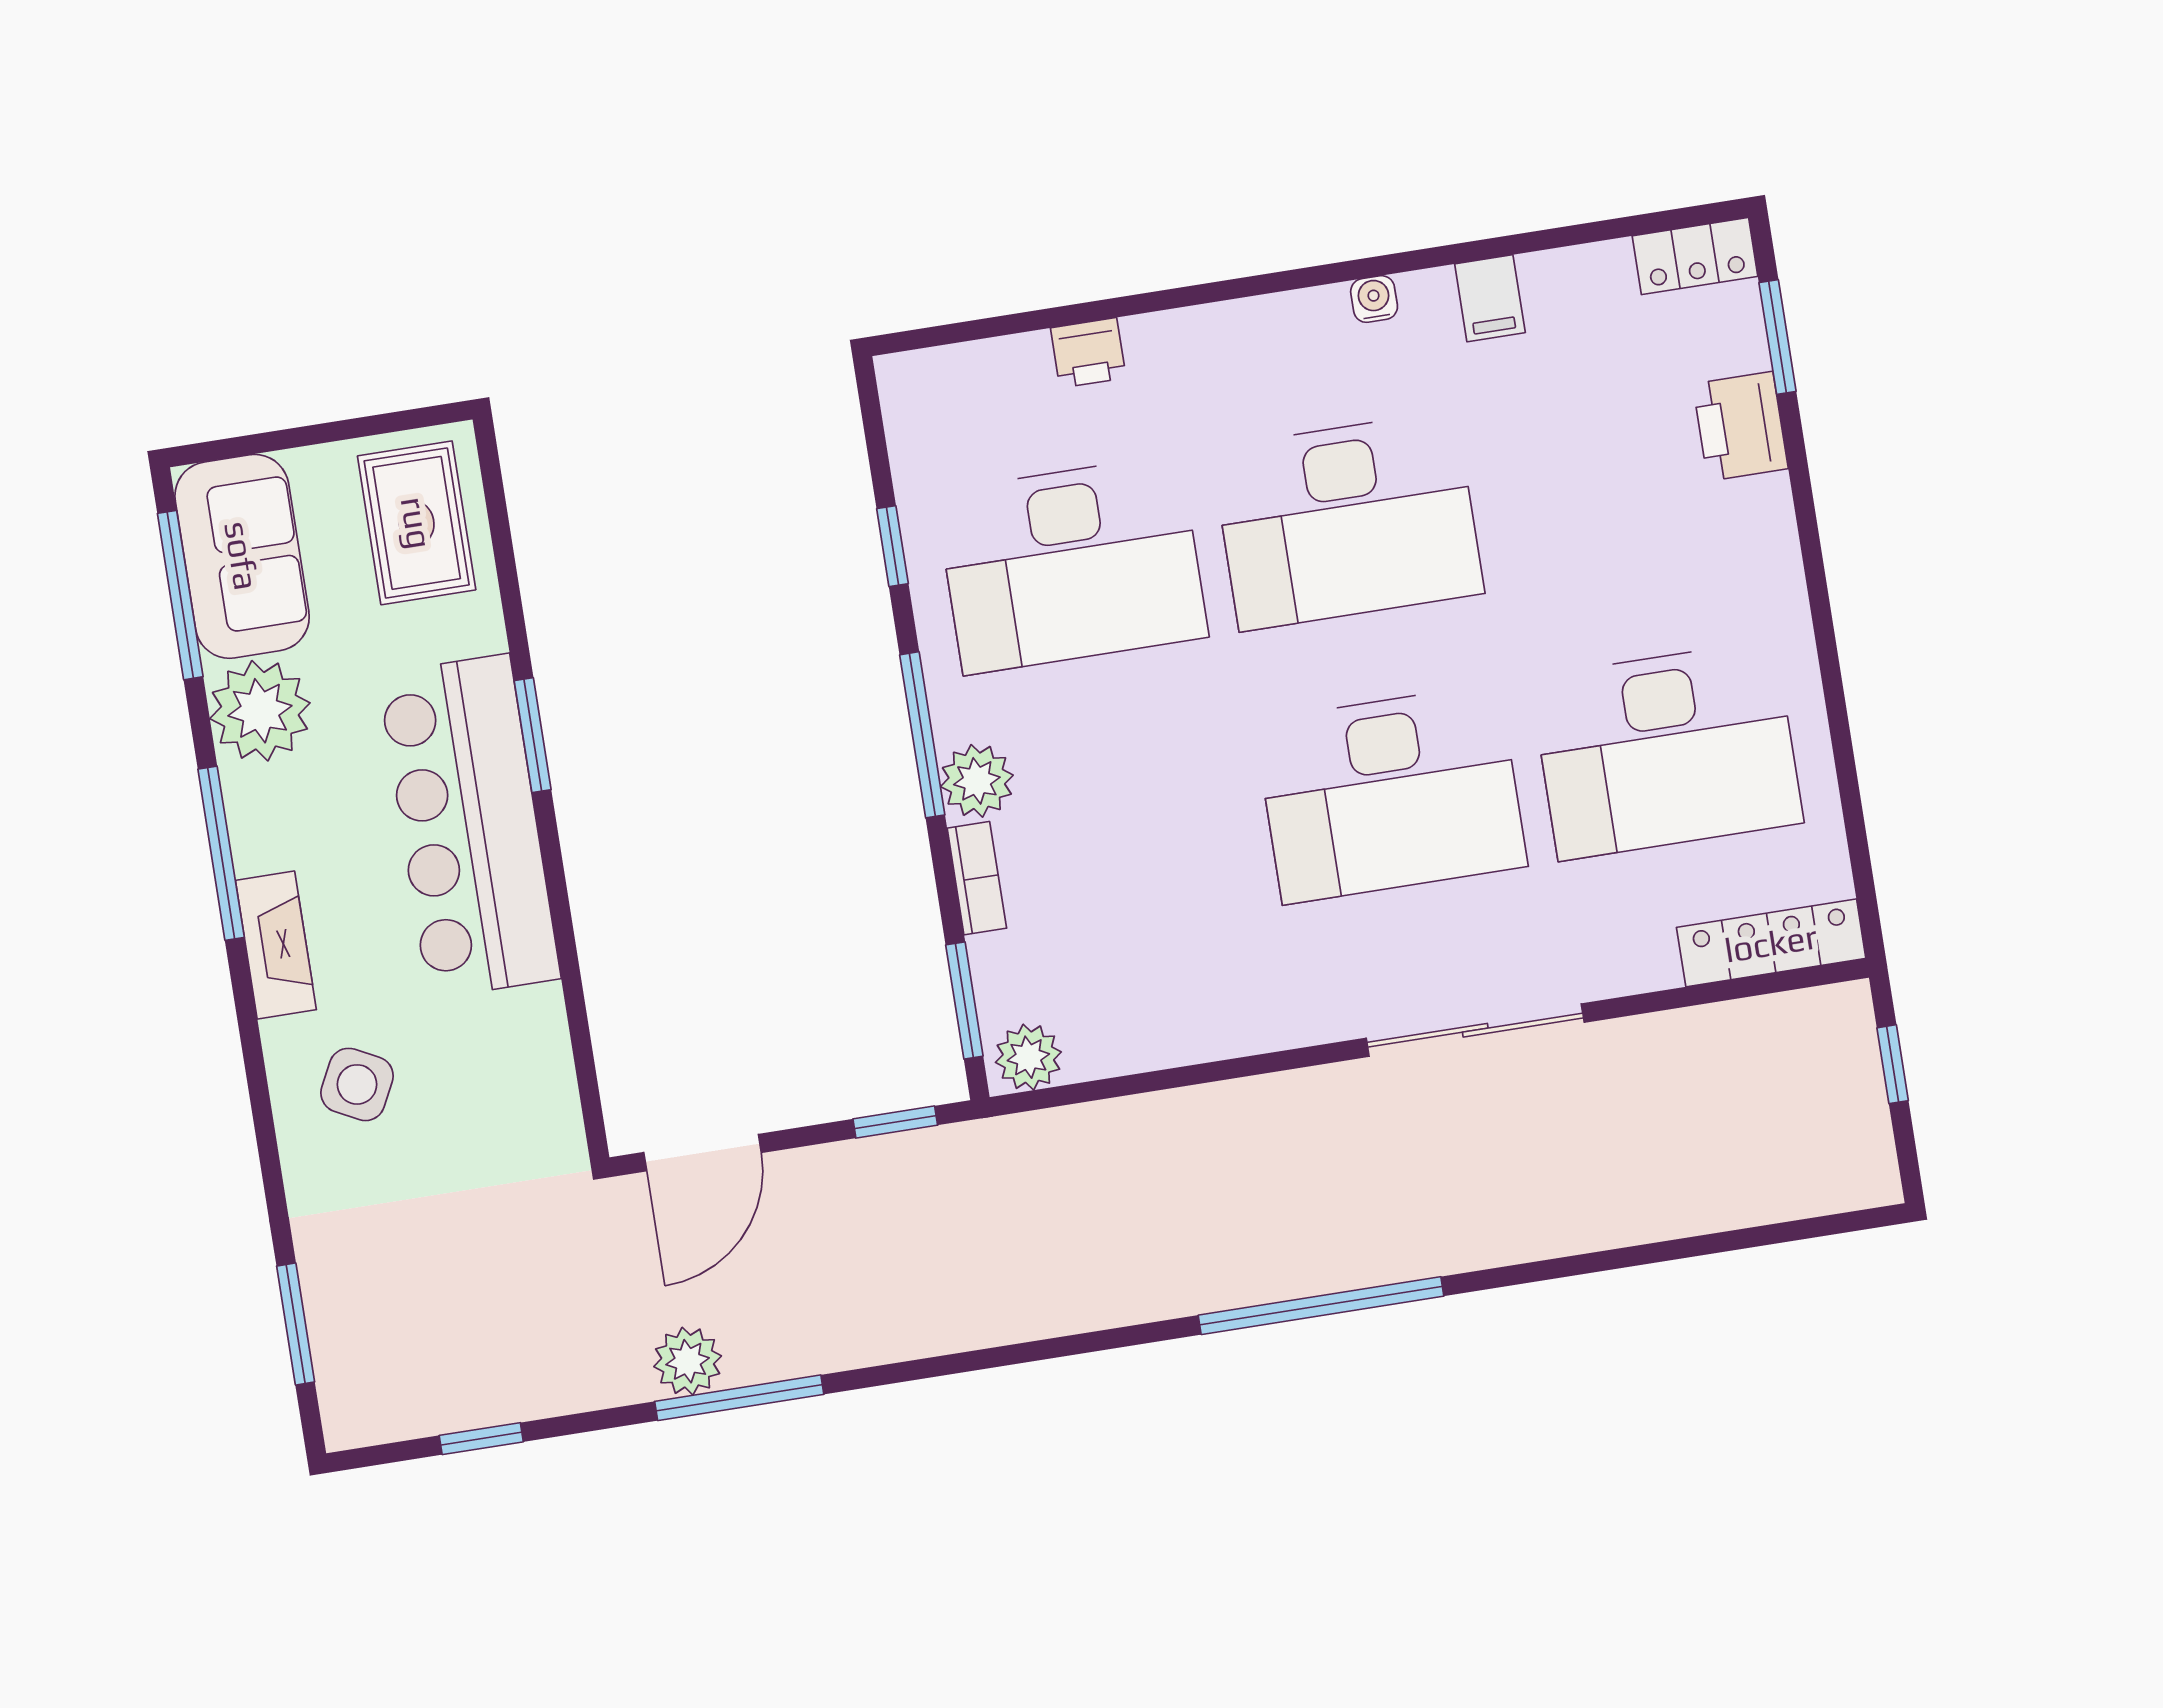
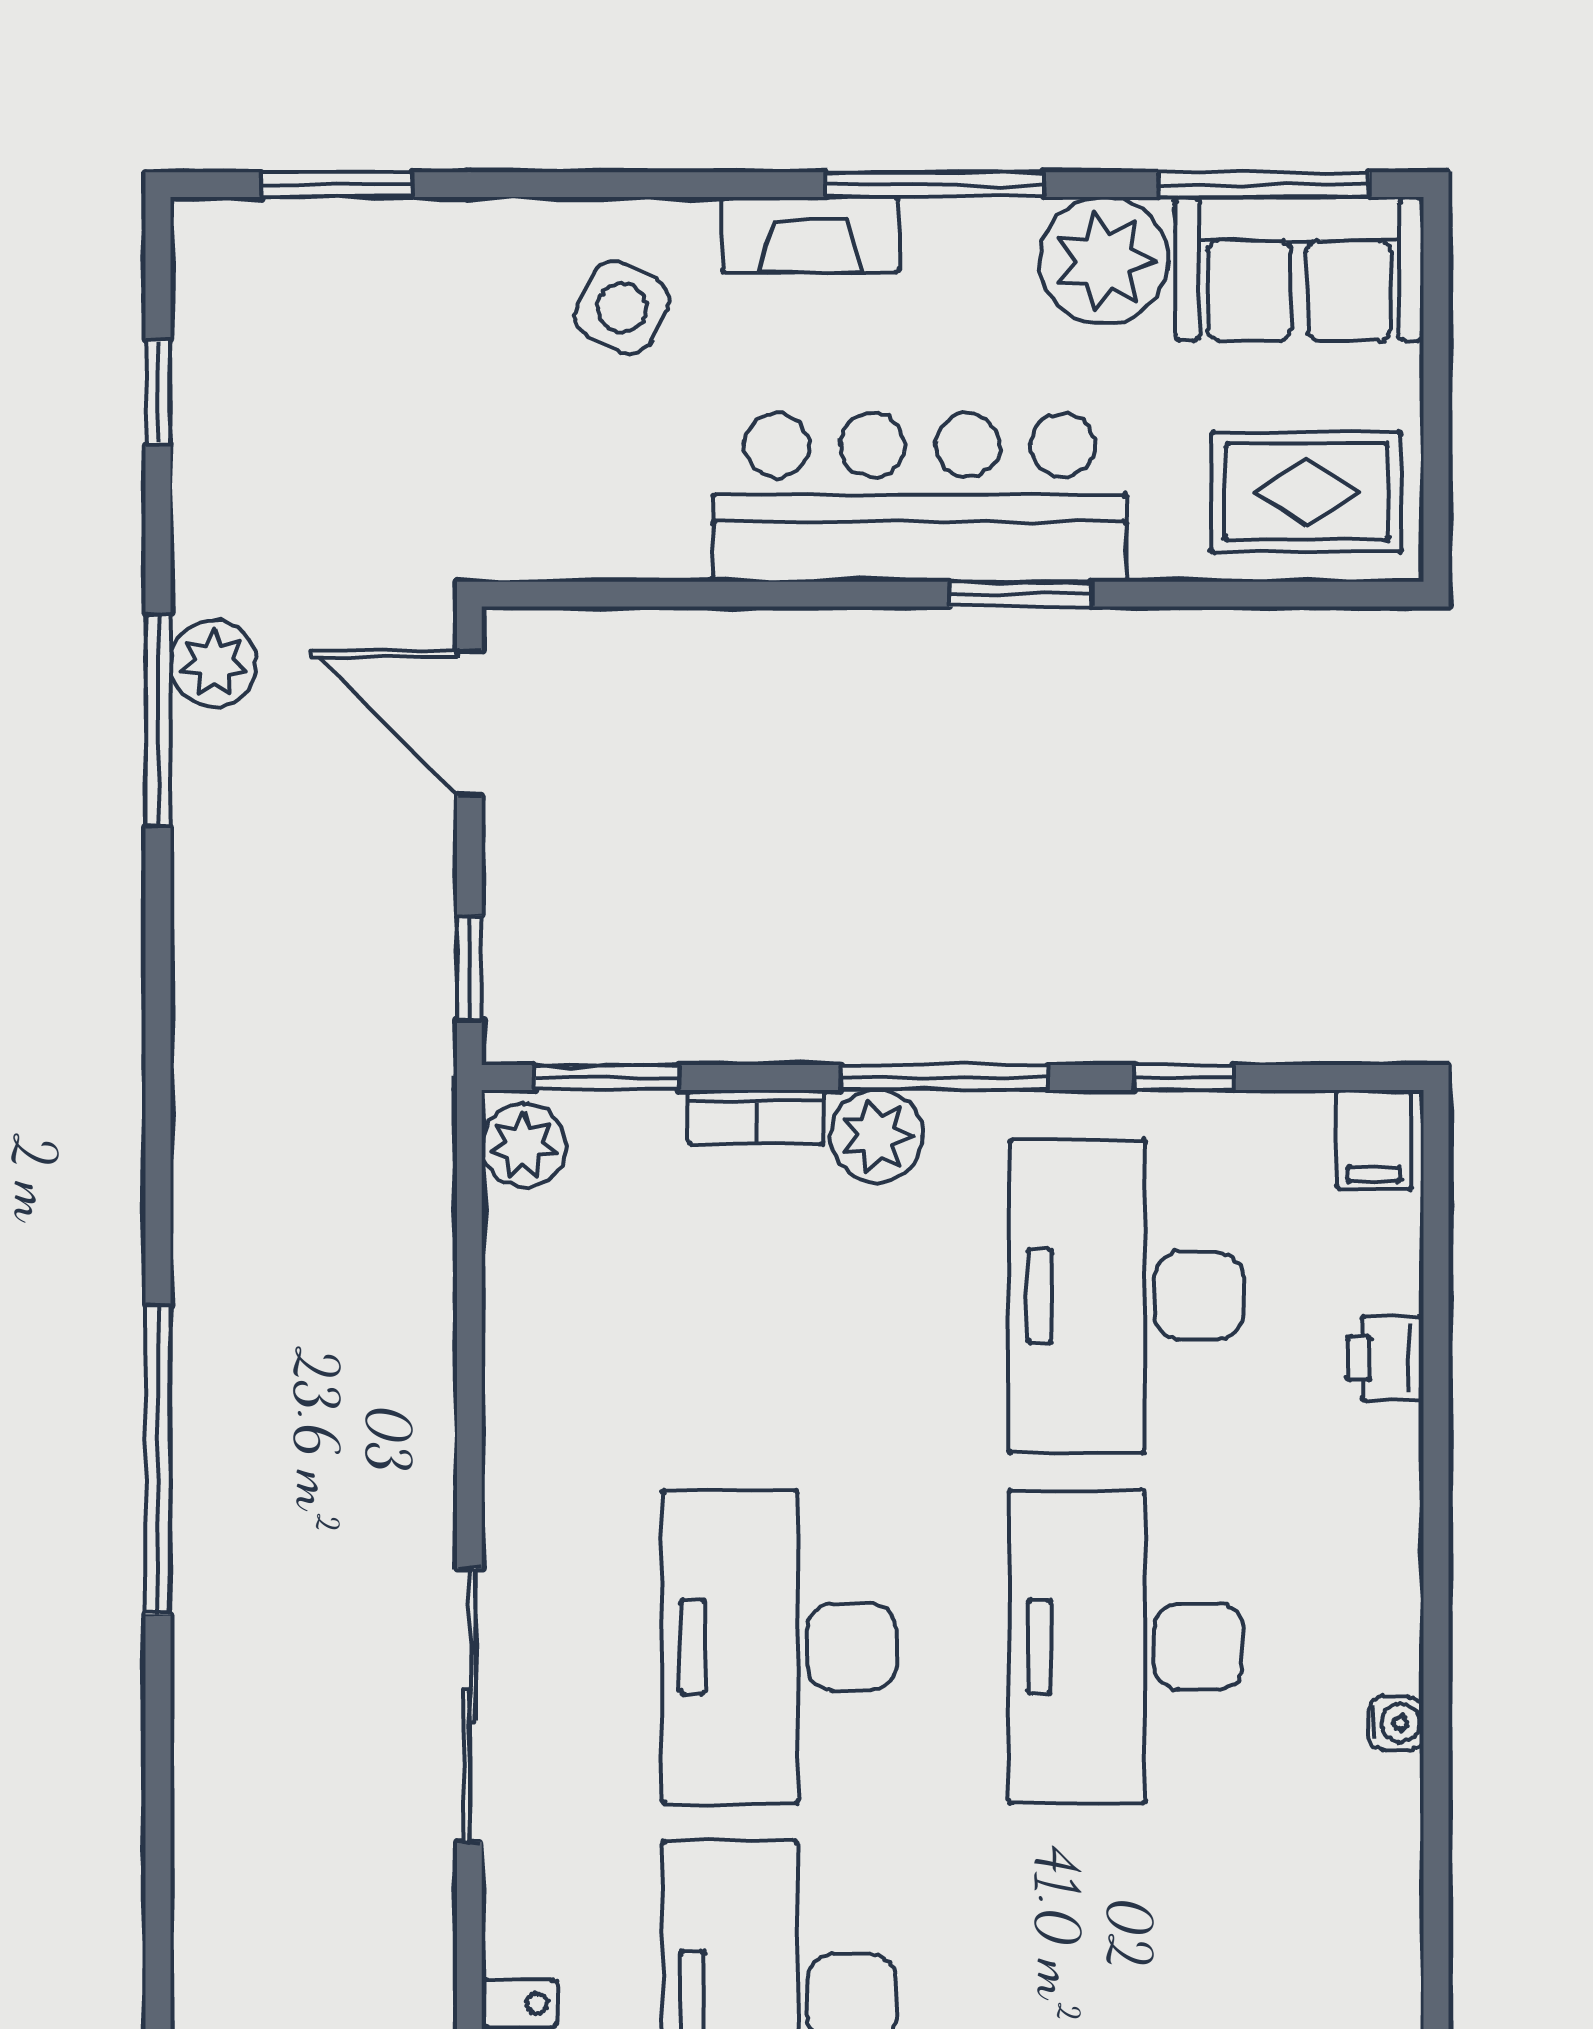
filing cabinet: (1490, 298) -> (1374, 1139), moved, turned -90

